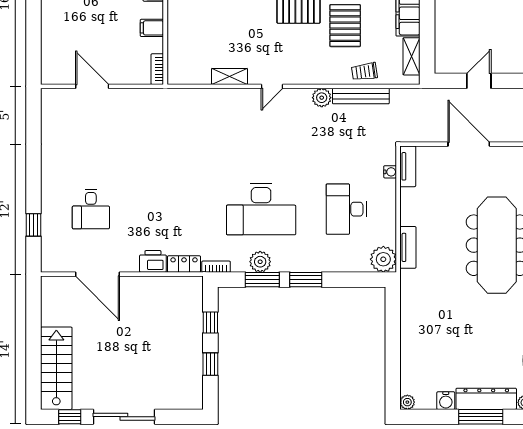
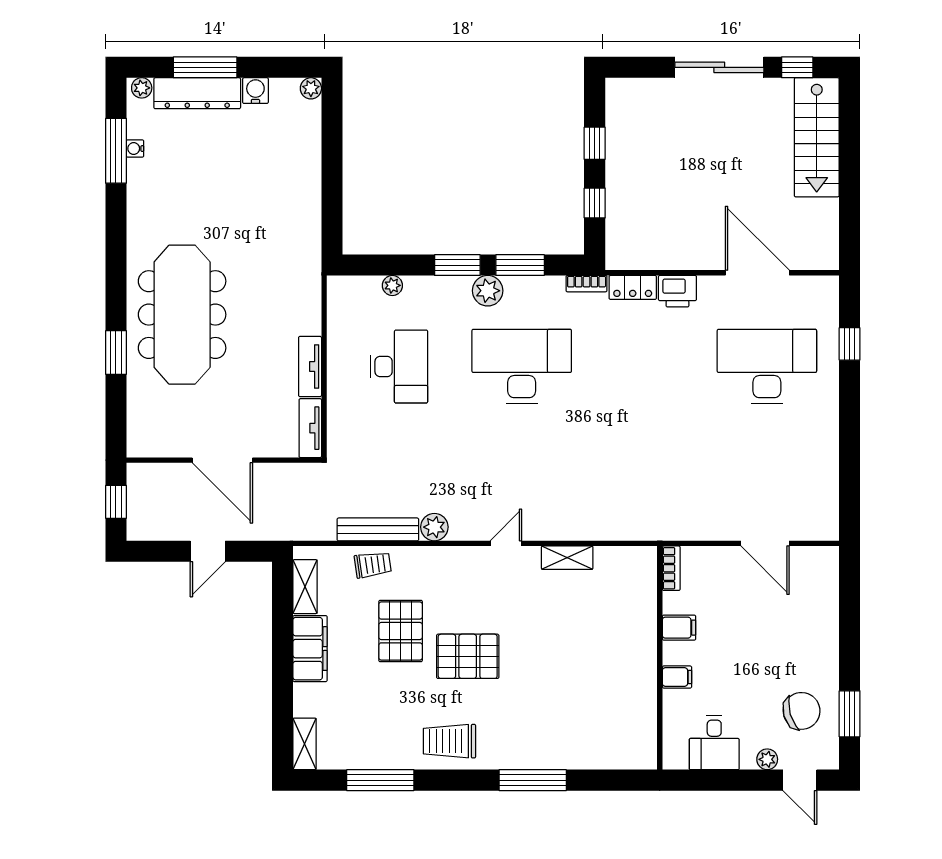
water cooler: (390, 172) -> (336, 420), removed
desk: (91, 209) -> (767, 366), width x1.87, depth x1.30
tv unit: (408, 247) -> (310, 366), moved
plant: (383, 259) -> (392, 285), moved, width x0.53, depth x0.53
plant: (260, 262) -> (488, 291), moved

